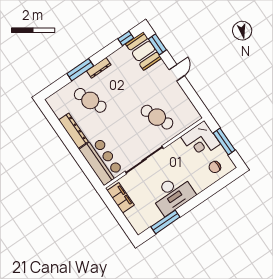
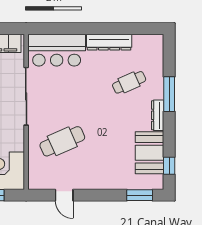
booth: (144, 51) -> (150, 153), moved, turned 90
door: (177, 73) -> (64, 195), moved
cafe table: (90, 100) -> (129, 82), width x0.73, depth x0.74

